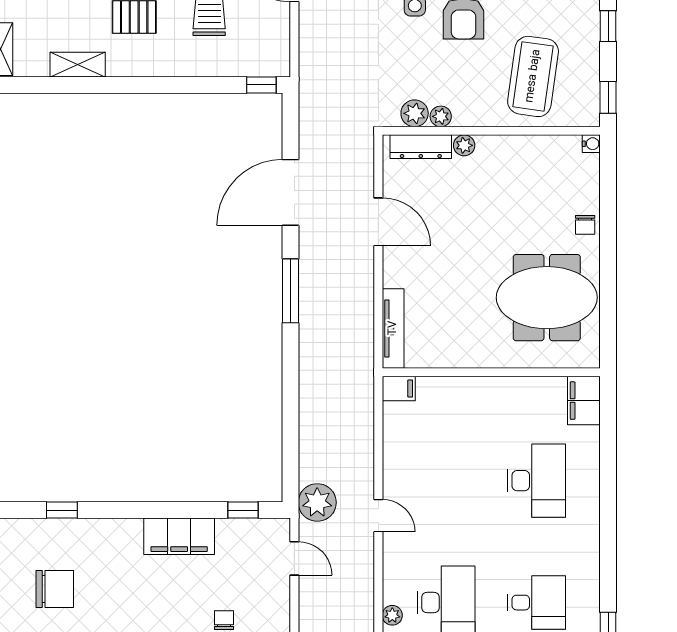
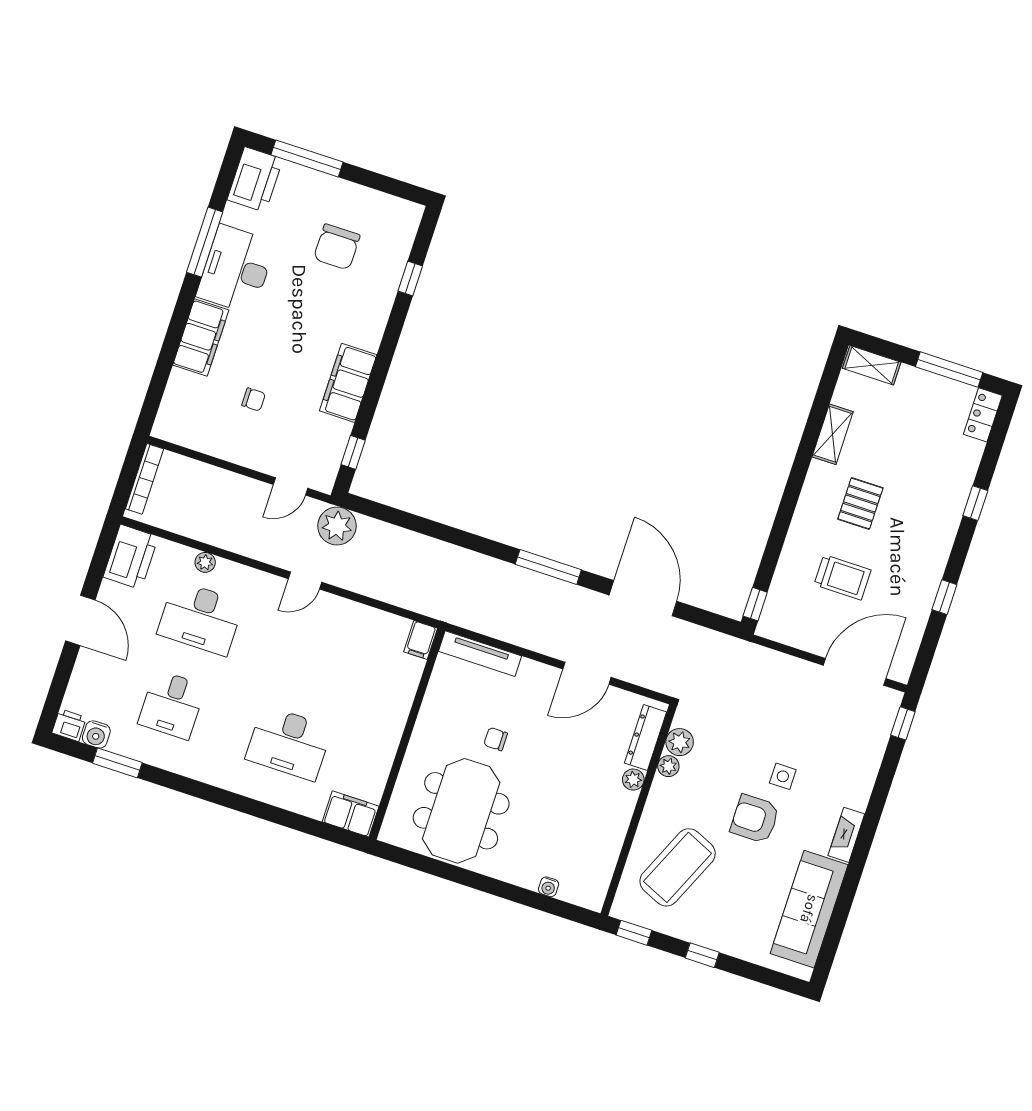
coffee table: (533, 76) -> (678, 867), turned -74
water cooler: (591, 144) -> (549, 887), moved
chair: (585, 225) -> (496, 739), moved

